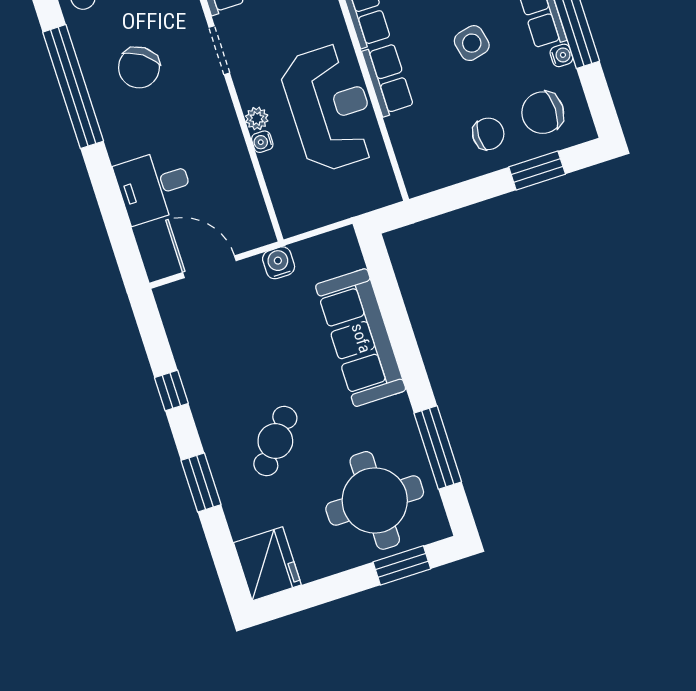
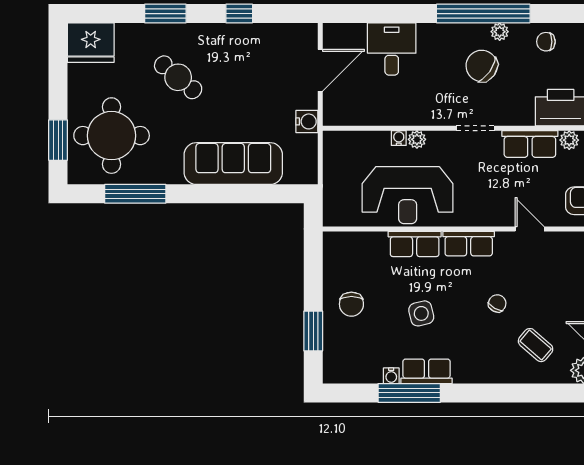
plant: (89, 59) -> (500, 32), added
chair: (543, 113) -> (354, 349), removed

